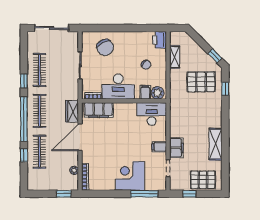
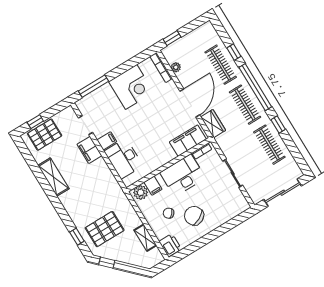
chair: (105, 47) -> (194, 216), moved
desk: (152, 114) -> (124, 159), moved, turned 90
corner desk: (130, 176) -> (131, 87), moved
window: (189, 194) -> (35, 122), moved

